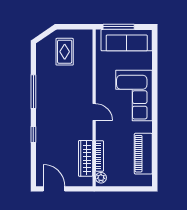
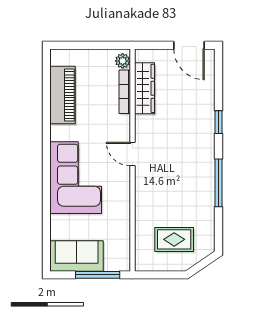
sofa: (127, 40) -> (77, 256), width x0.73
rug: (65, 52) -> (174, 239), turned 90

